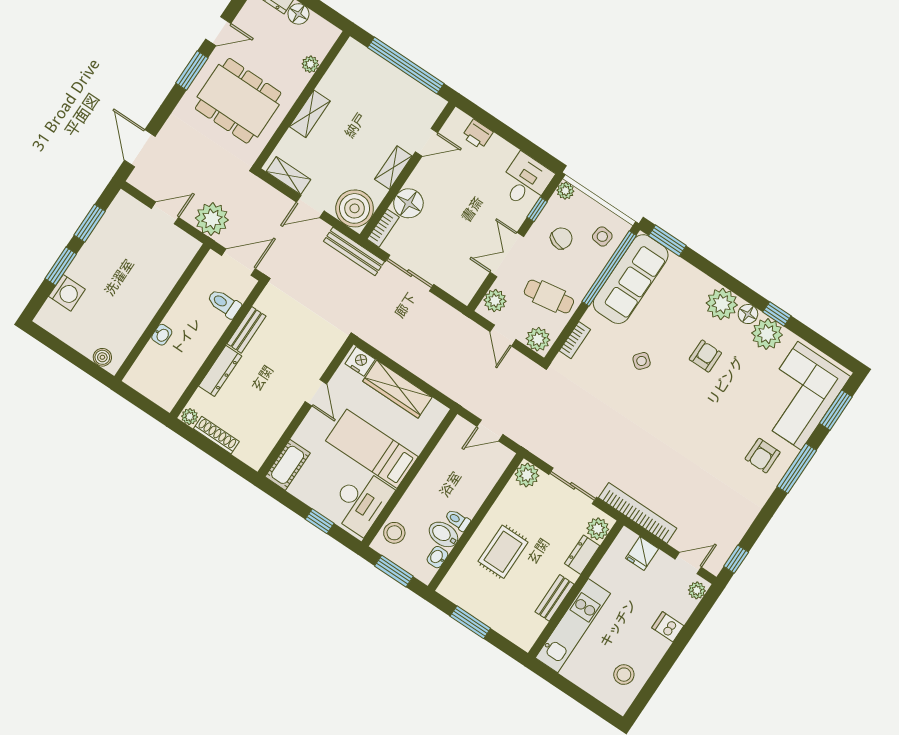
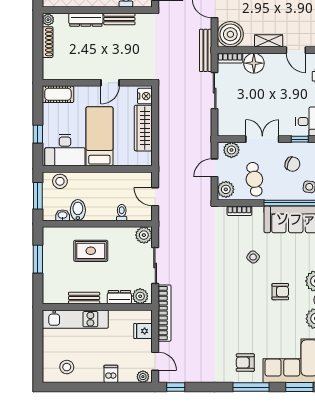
toilet: (458, 520) -> (122, 213), moved

